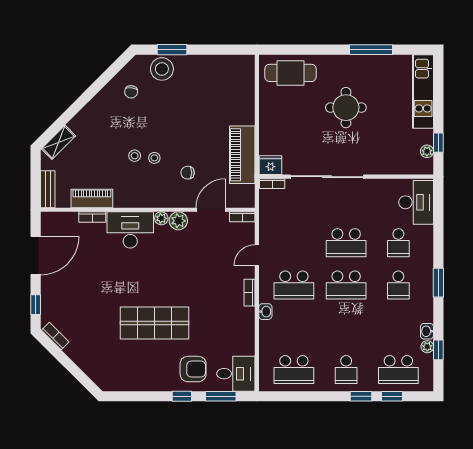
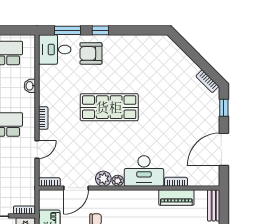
washbasin: (265, 312) -> (30, 86), moved
shop shelf: (154, 323) -> (109, 107), moved

